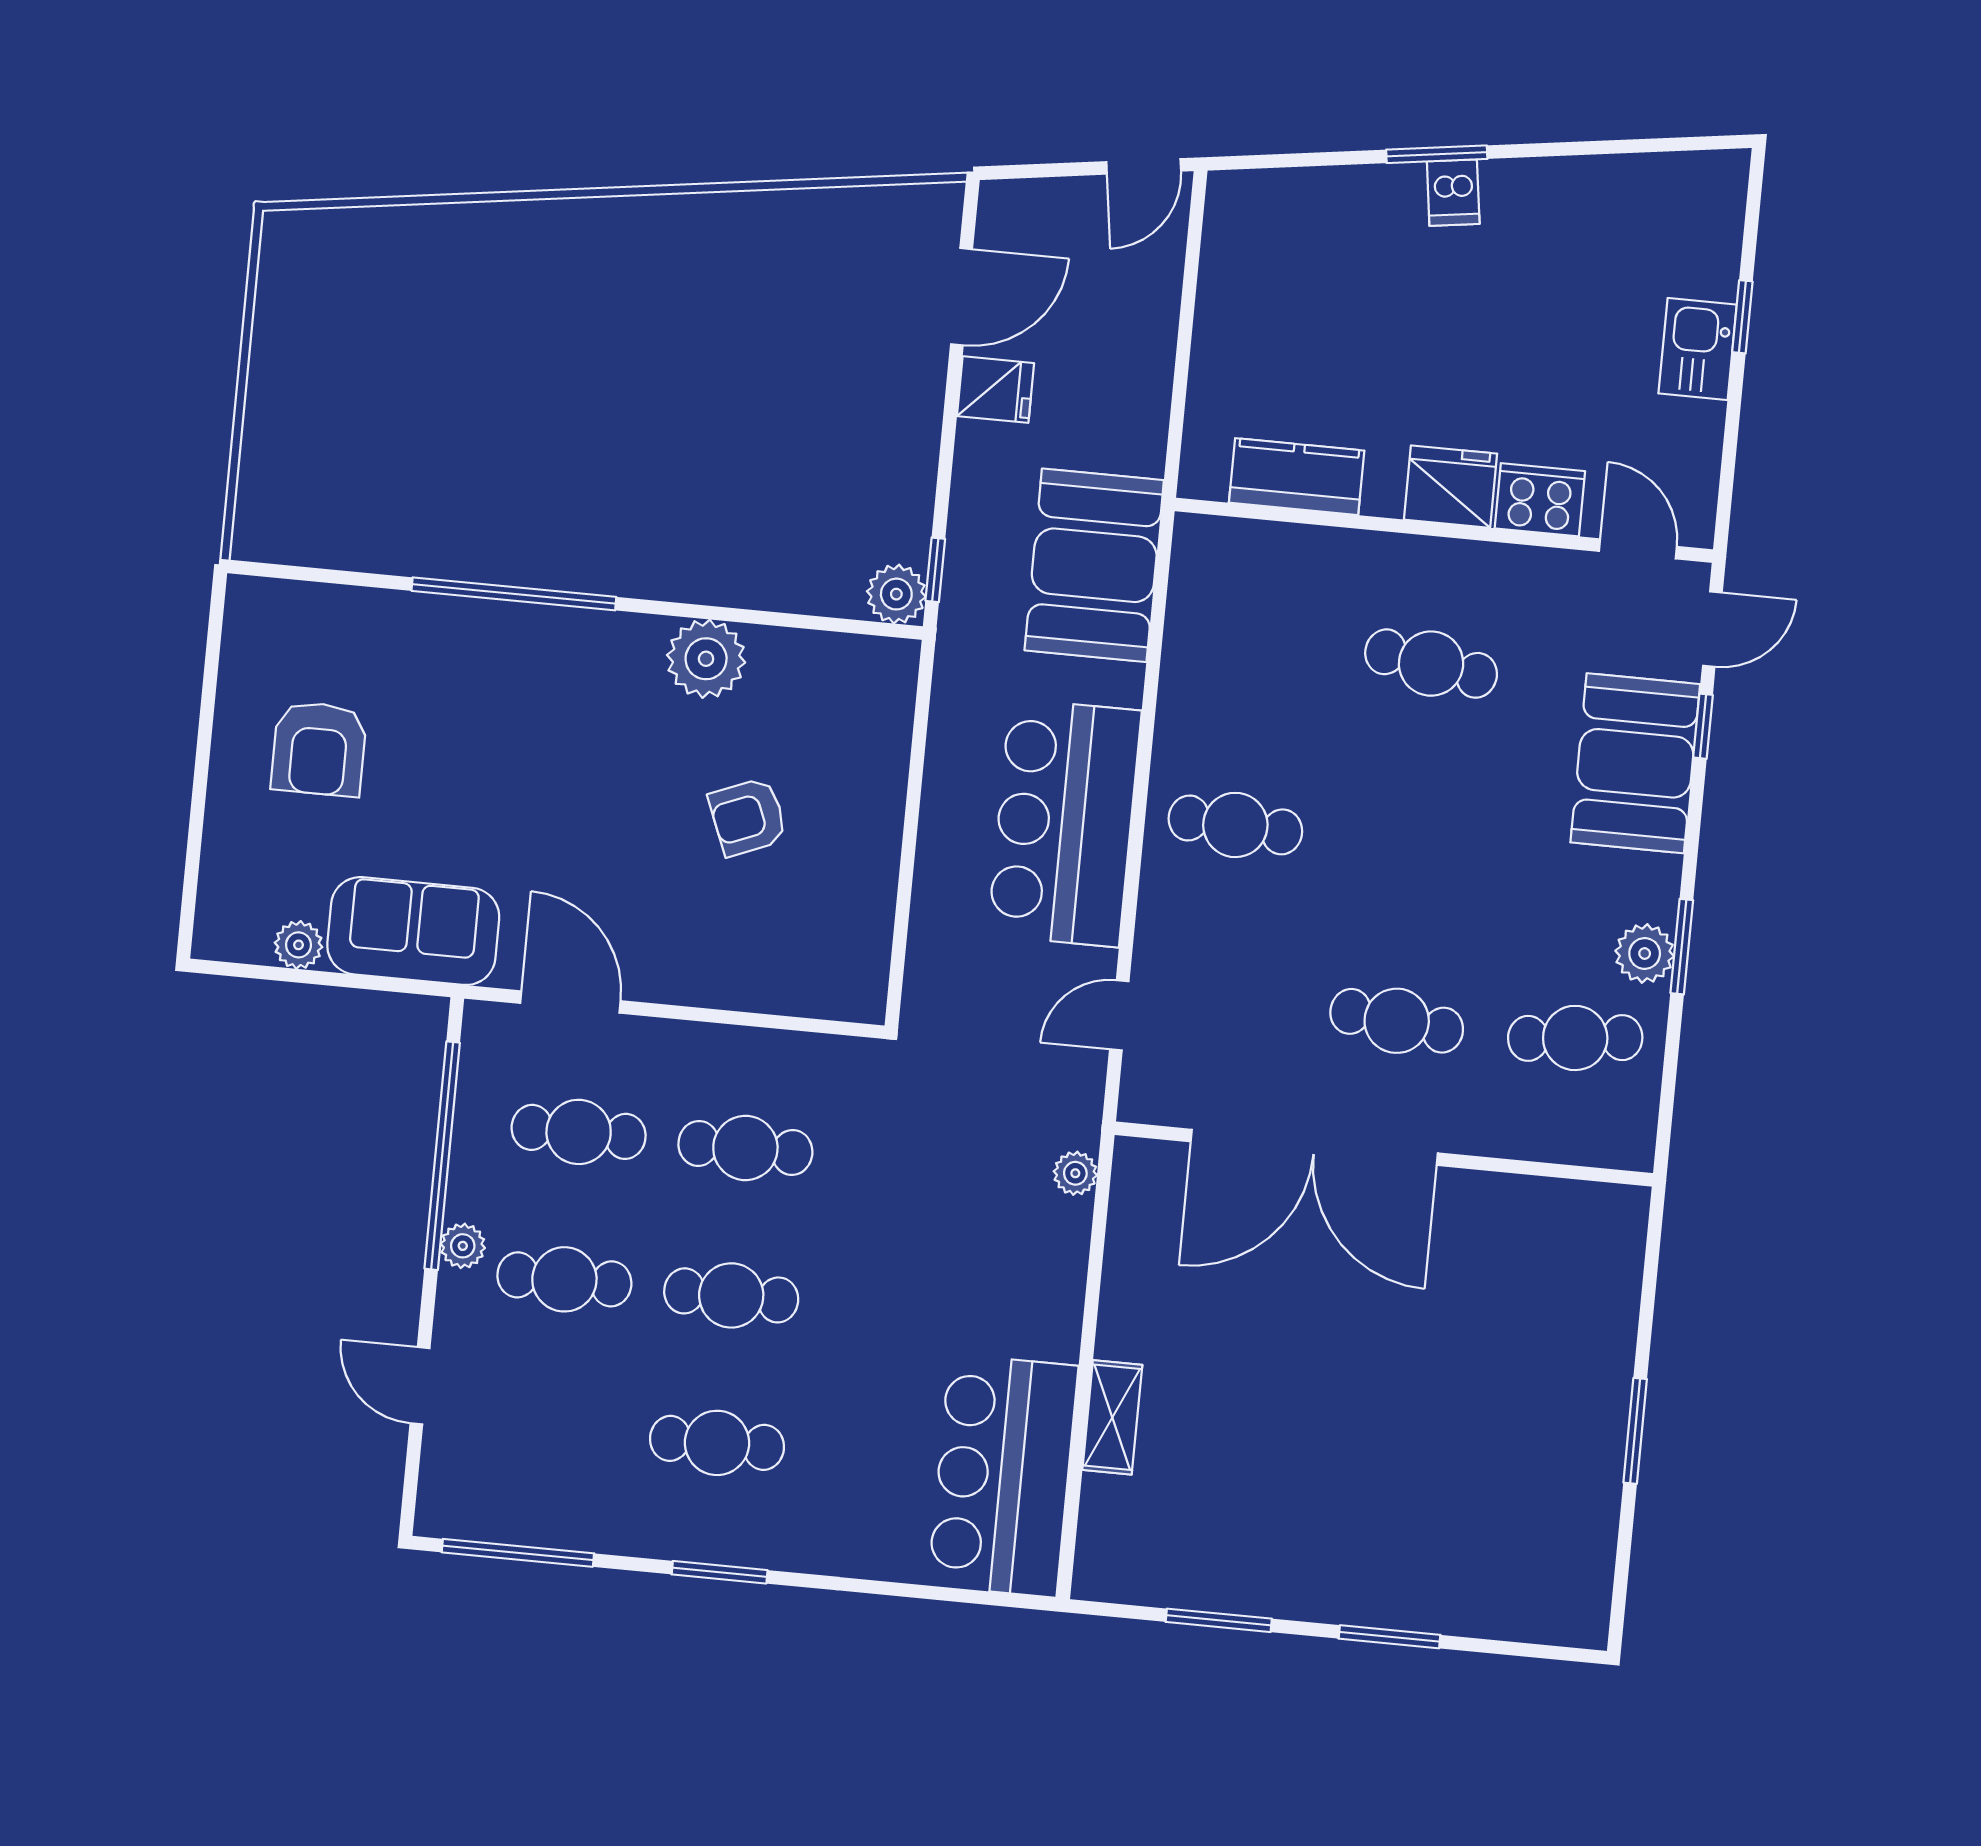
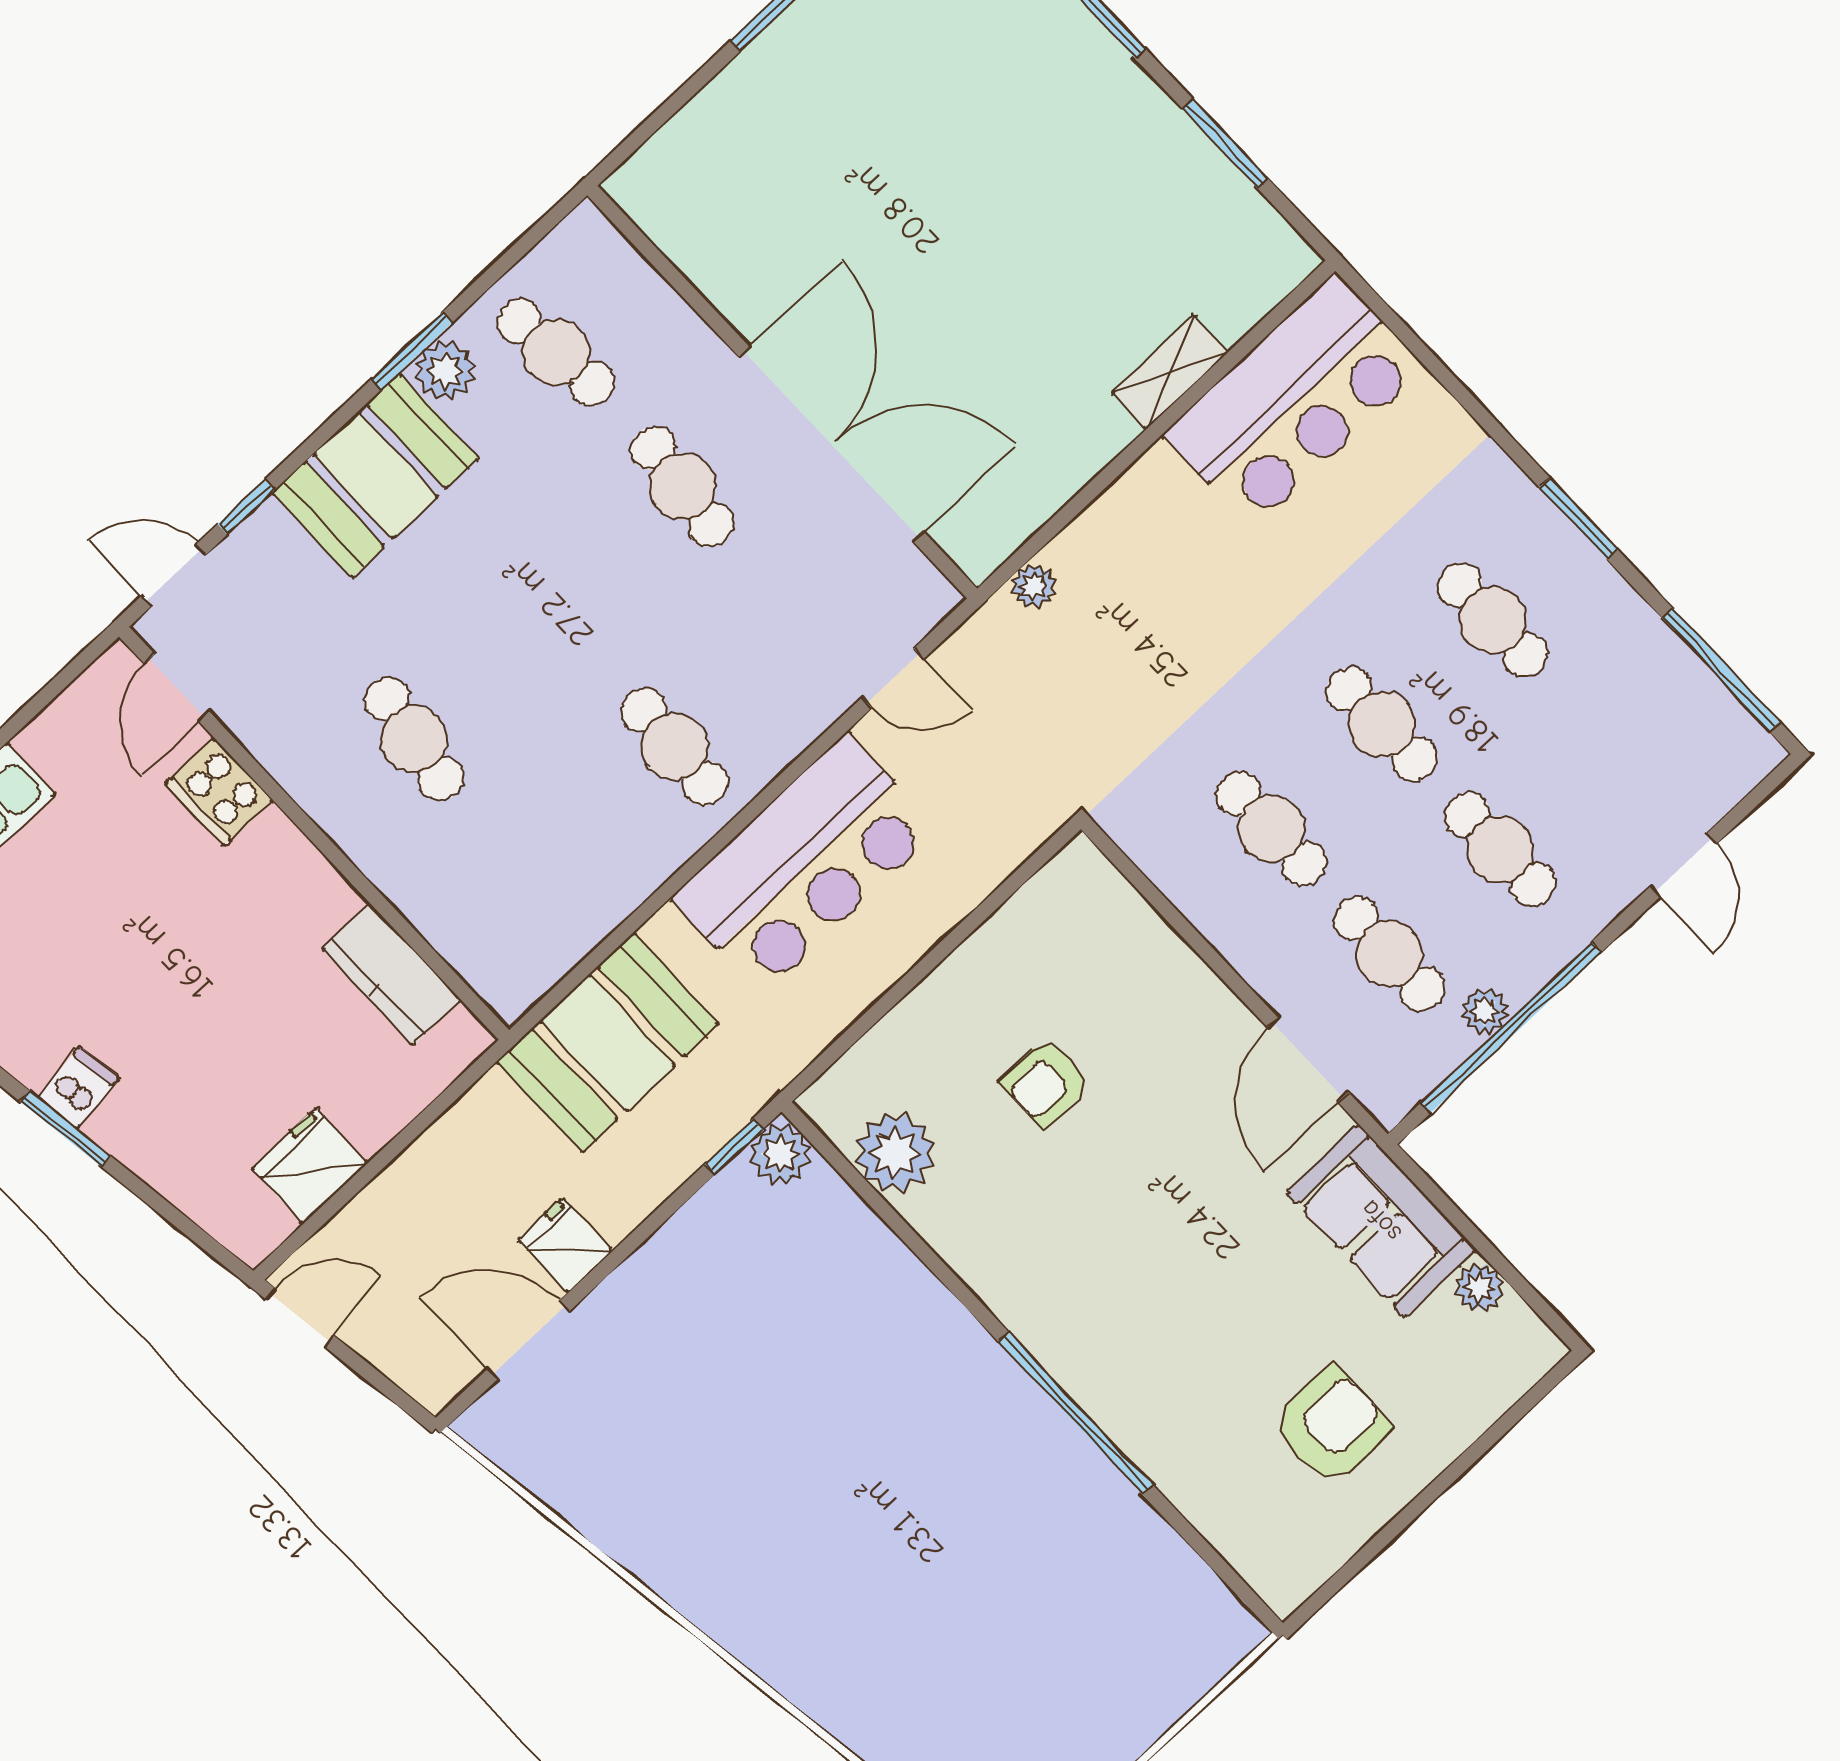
fridge: (1451, 487) -> (310, 1166), moved, turned 90
plant: (706, 659) -> (895, 1153), moved
booth: (1635, 763) -> (376, 475), moved
armchair: (748, 817) -> (1045, 1083), turned 112
plant: (463, 1246) -> (1485, 1011), moved

